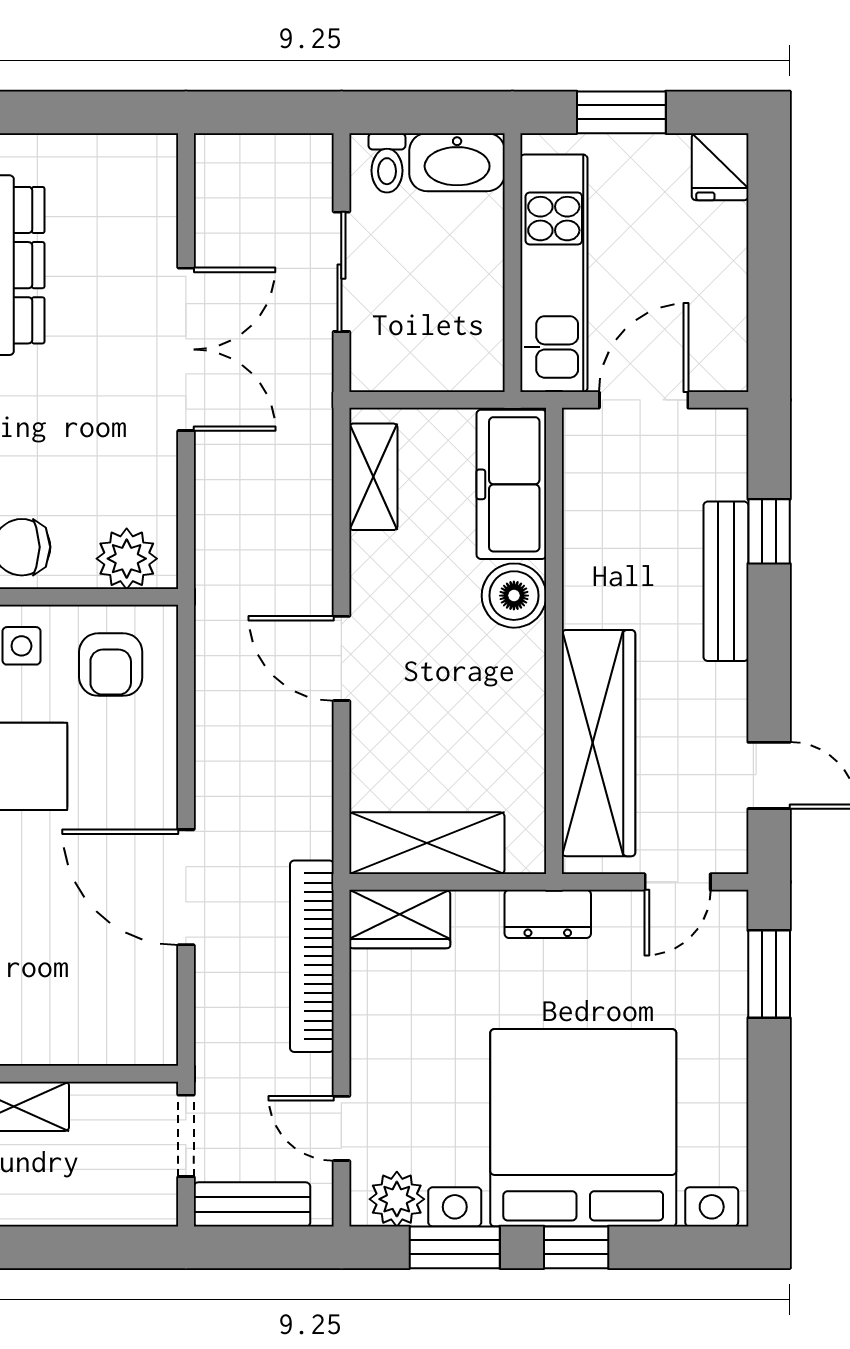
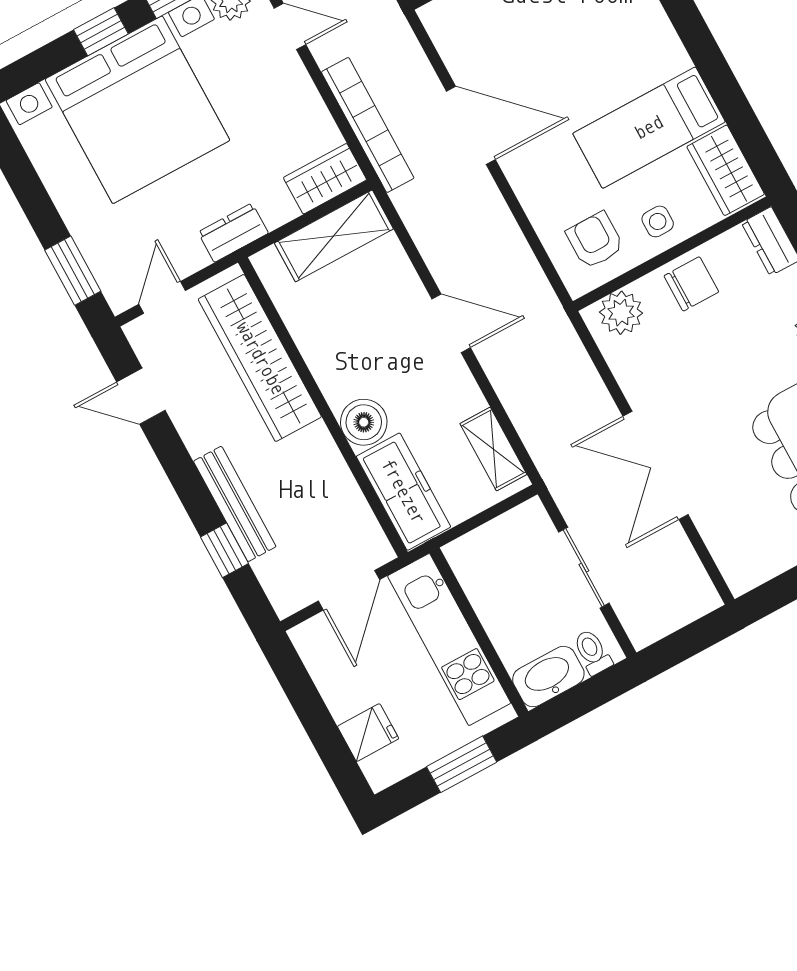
fridge: (720, 167) -> (368, 733), moved, turned 90

